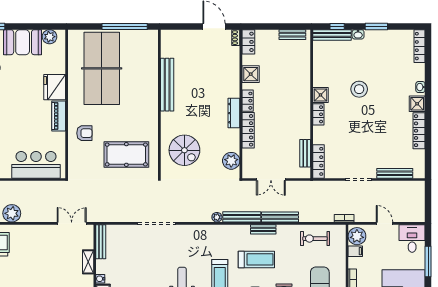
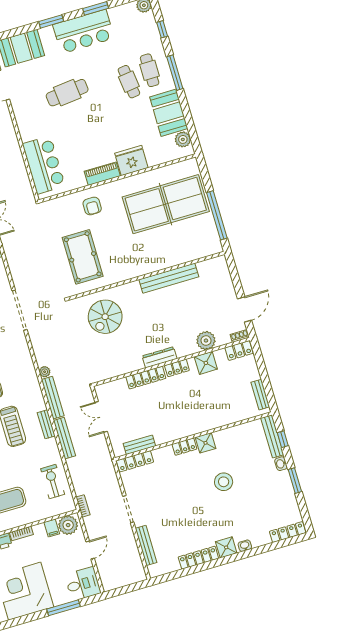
plant: (231, 161) -> (206, 341), moved

